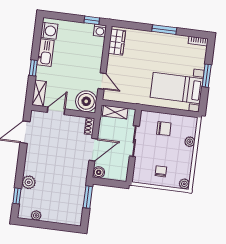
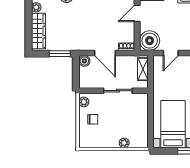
door: (56, 111) -> (137, 13), swing flipped
chair: (164, 129) -> (133, 117), removed
plant: (184, 184) -> (84, 102), moved
wardrobe: (61, 216) -> (38, 31), added

